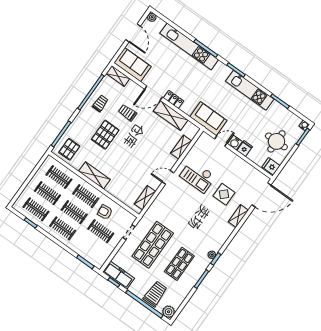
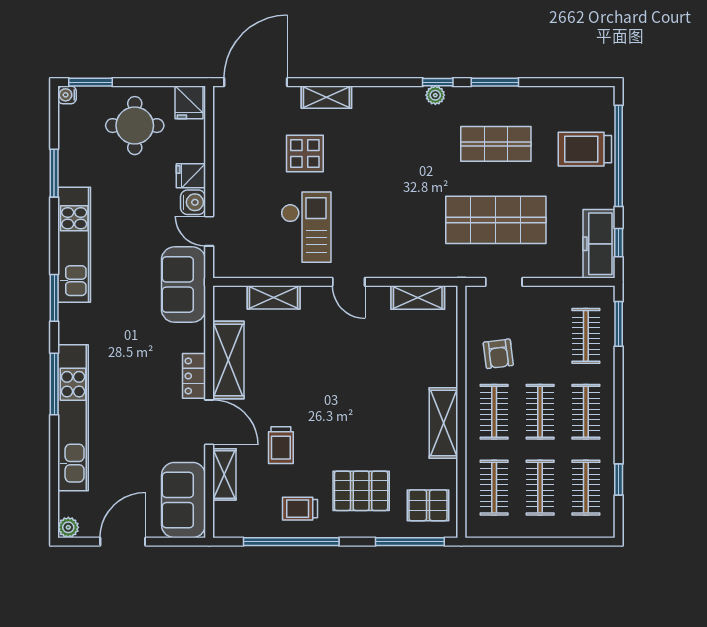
shelving: (118, 76) -> (224, 474), moved
pallet: (105, 135) -> (361, 491), moved
door: (261, 195) -> (256, 82), hinge flipped
clothes rail: (101, 231) -> (586, 336), moved
plant: (169, 312) -> (601, 100), removed

